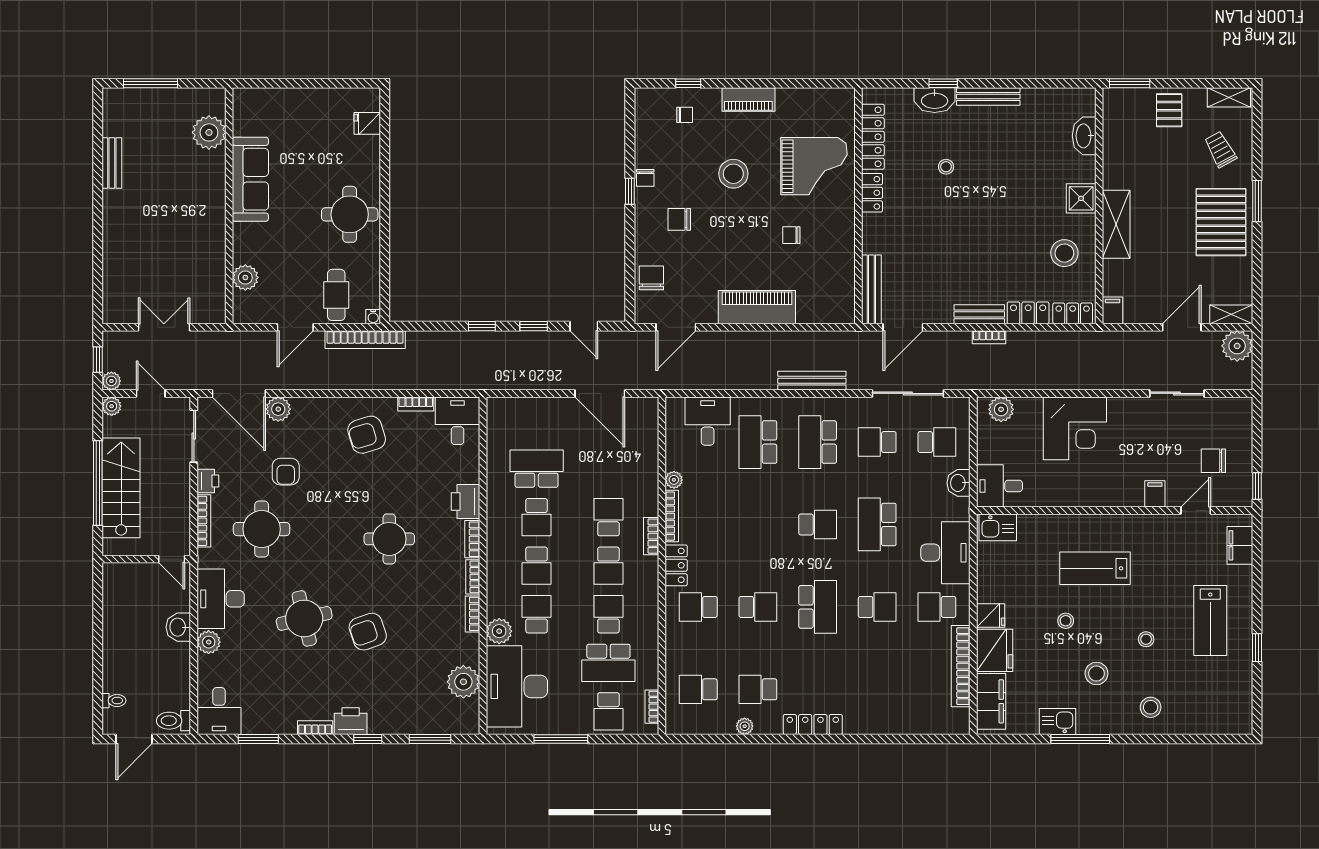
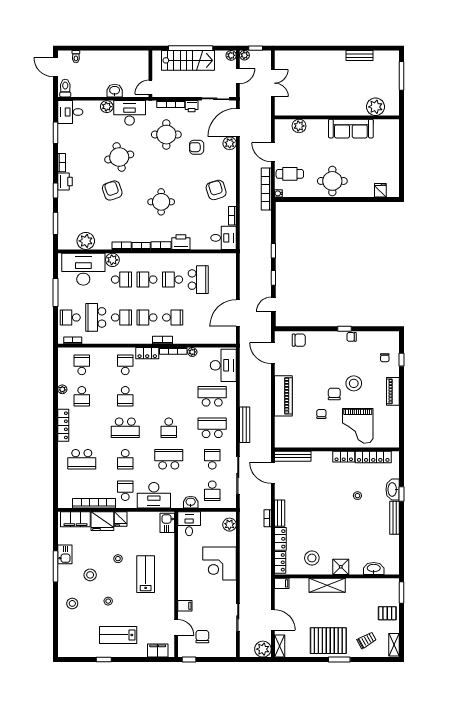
chair: (679, 219) -> (334, 394), moved
desk: (708, 421) -> (223, 365), width x1.37
school desk: (758, 689) -> (82, 396), turned 180
school desk: (877, 689) -> (82, 459), added

